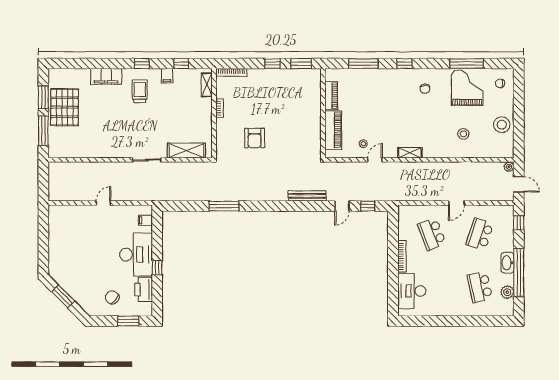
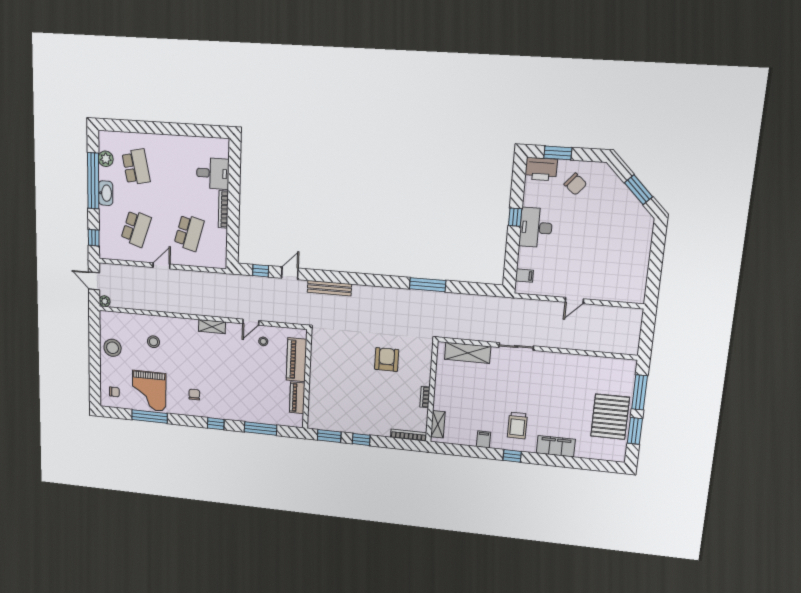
window: (181, 64) -> (466, 451), removed
school desk: (432, 234) -> (189, 233), turned 36
desk: (136, 255) -> (536, 228), width x0.73, depth x0.77
printer: (144, 289) -> (541, 169), moved, turned 90
desk: (412, 291) -> (213, 173), width x0.73

